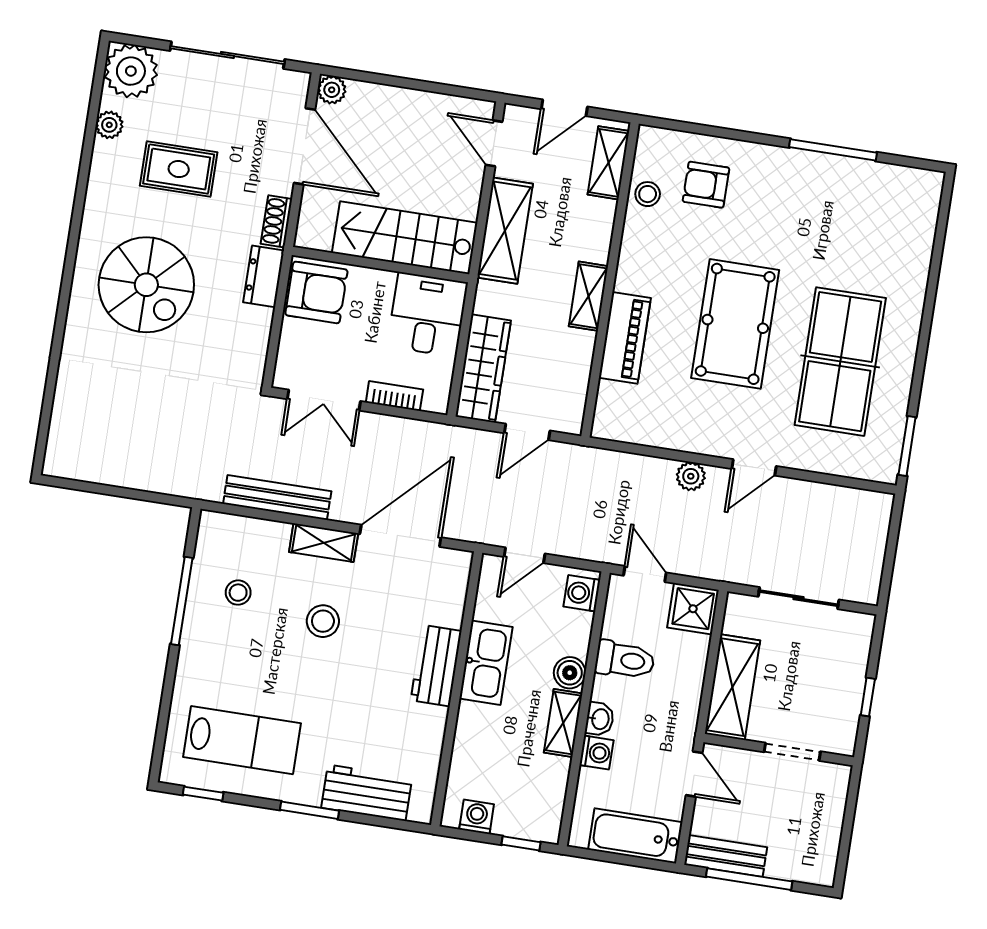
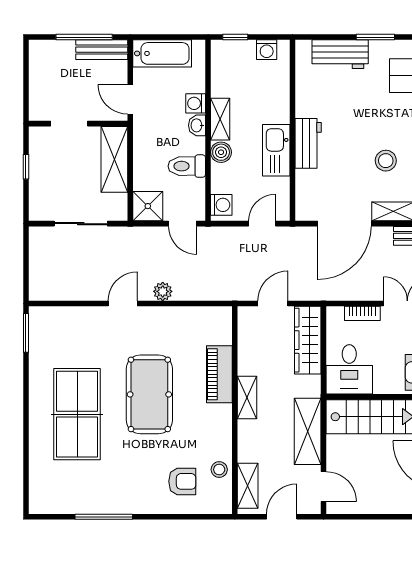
table tennis table: (840, 362) -> (77, 414), moved

